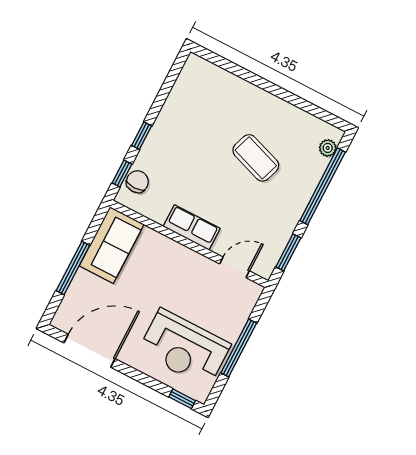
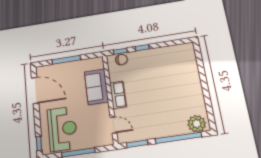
plant: (328, 148) -> (197, 124), width x1.88, depth x1.88
coffee table: (256, 158) -> (169, 100), removed
sofa: (112, 245) -> (96, 87), moved, turned 90
reception desk: (184, 348) -> (62, 129), turned 180

